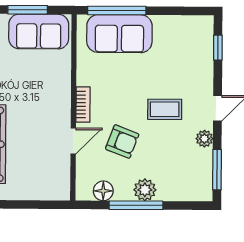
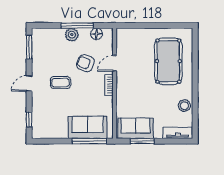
plant: (204, 139) -> (37, 65), removed

